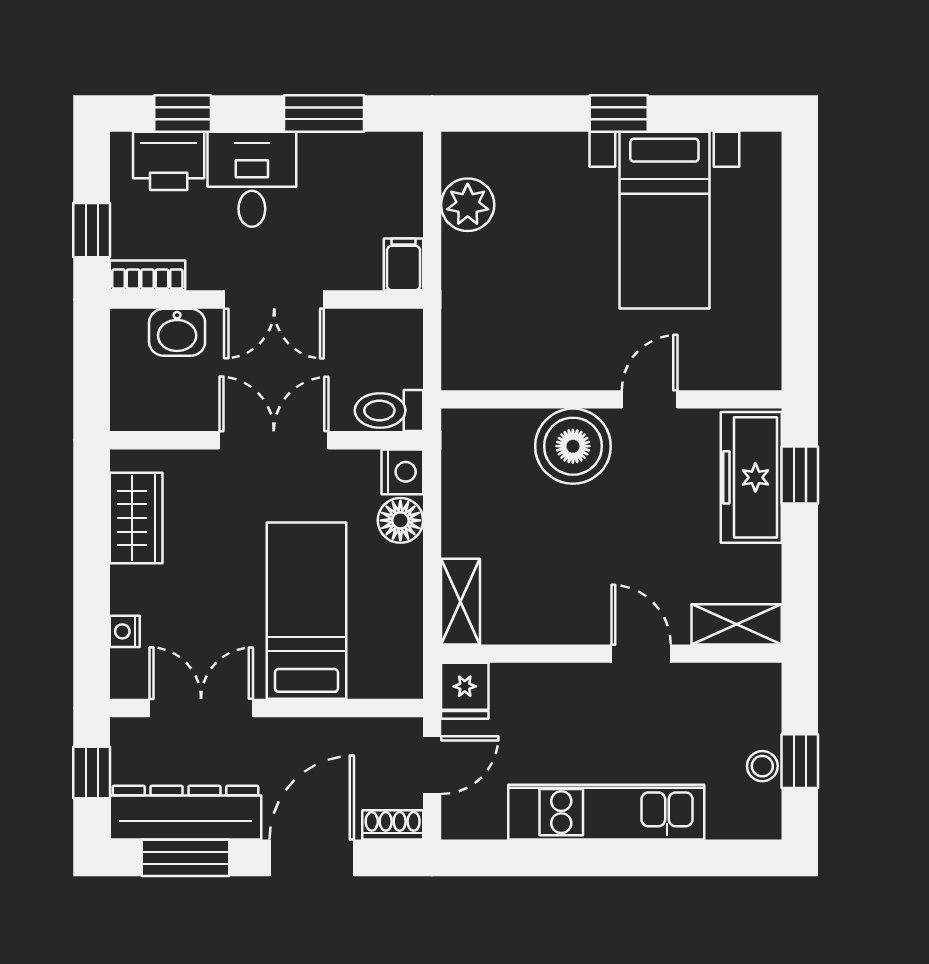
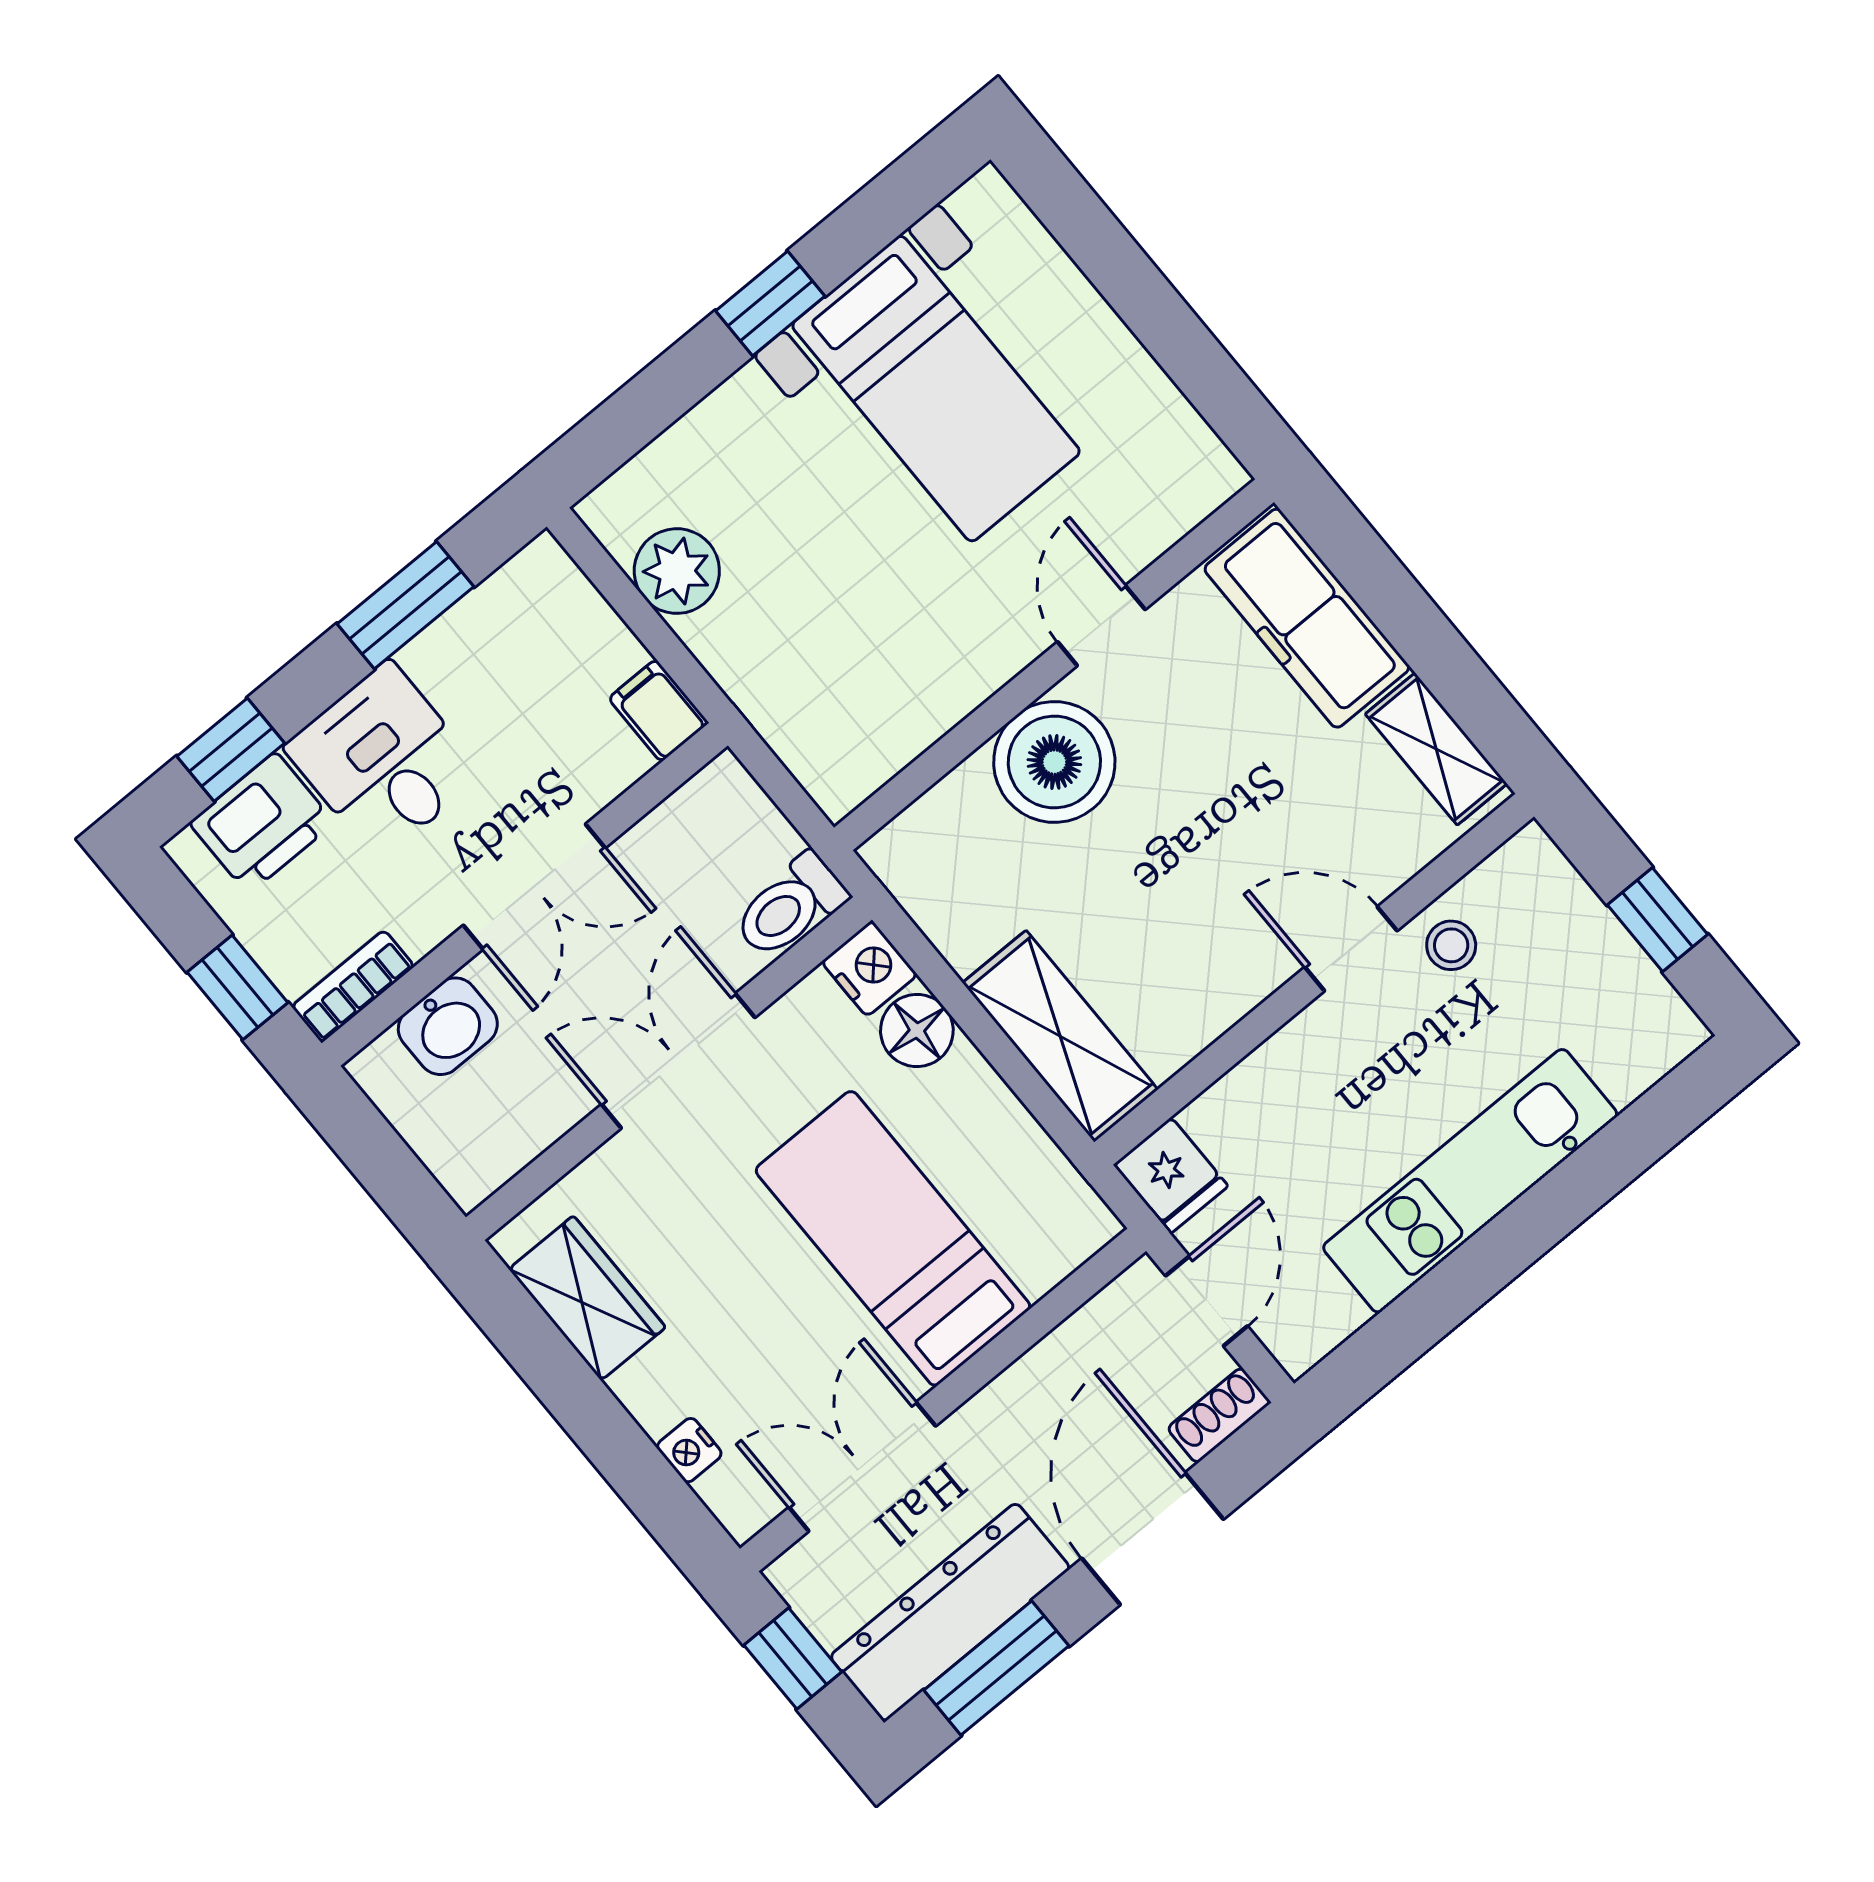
window: (800, 475) -> (1365, 566), removed
shelving: (461, 602) -> (1060, 1036), width x1.50, depth x1.33
shelving: (737, 624) -> (1436, 749), moved, turned 90
stool: (762, 766) -> (1451, 945), moved

